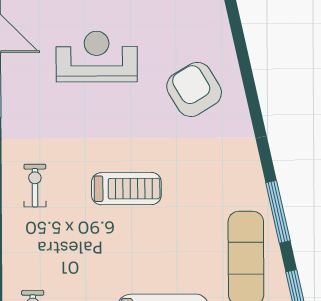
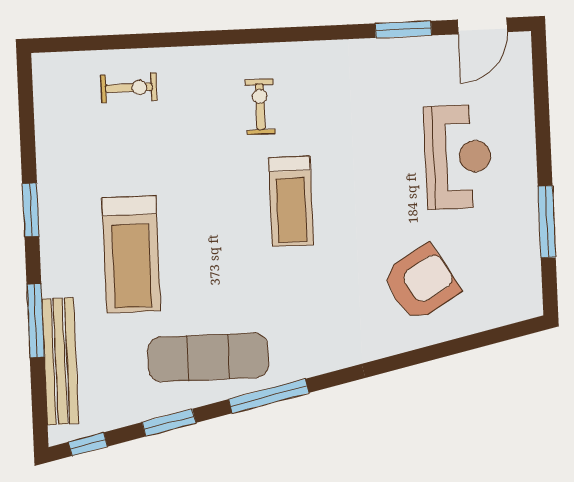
exercise bike: (35, 186) -> (260, 107), moved, turned -90

